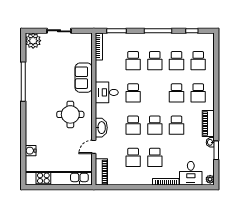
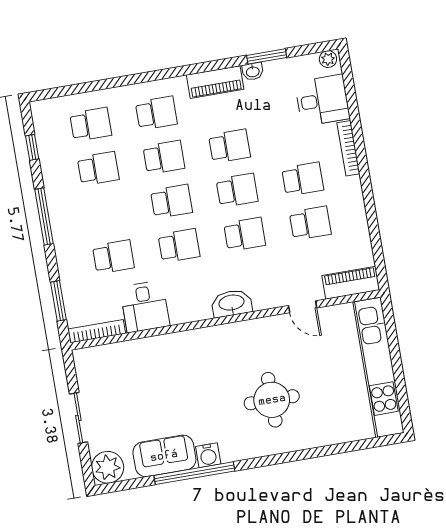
school desk: (155, 61) -> (171, 201), moved
sofa: (84, 78) -> (164, 456), moved, turned 180
desk: (107, 92) -> (145, 307), moved
round table: (70, 114) -> (272, 400), moved
washbasin: (101, 128) -> (232, 303), moved
water cooler: (31, 151) -> (208, 455), moved

